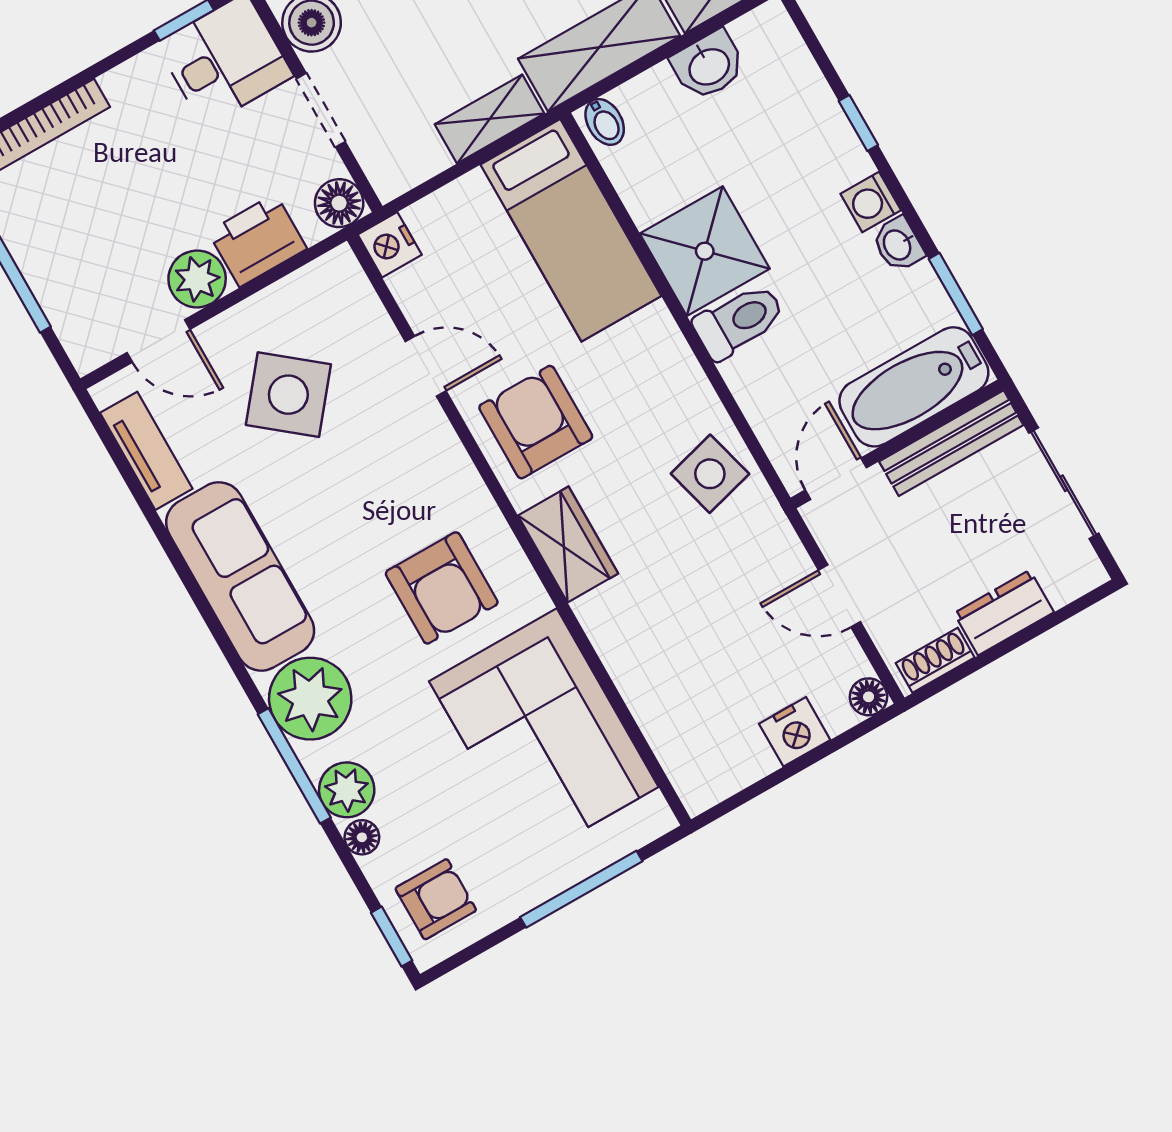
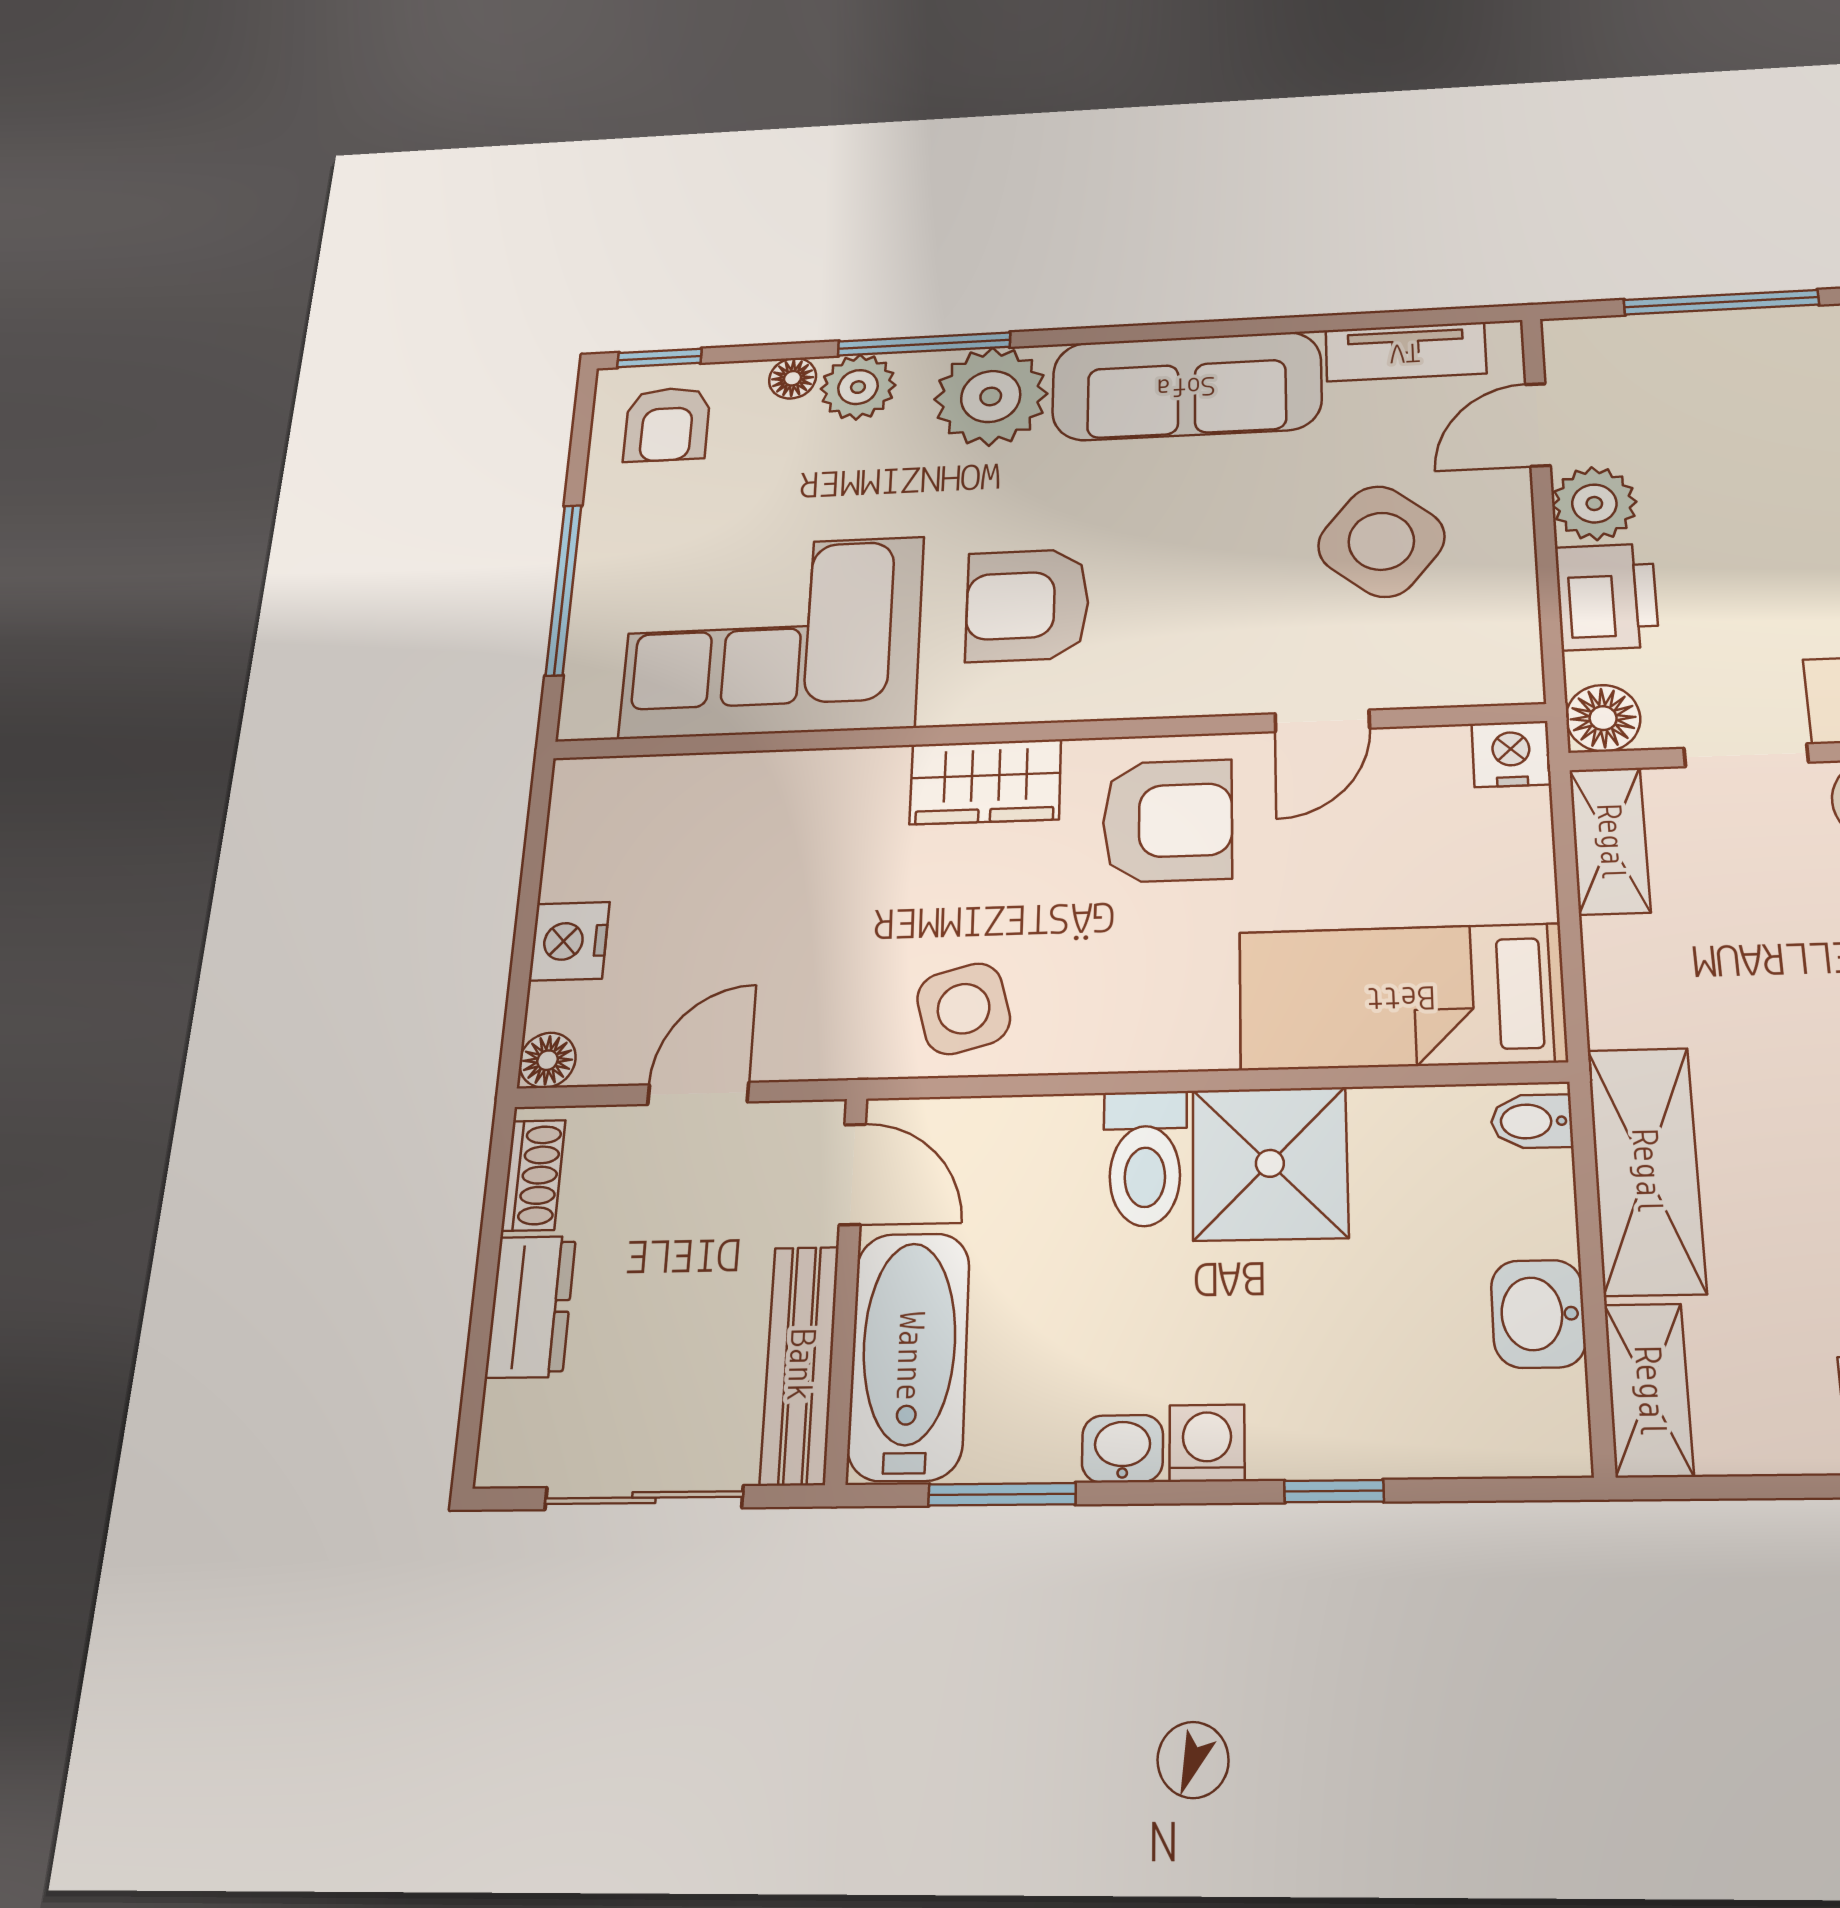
shelving: (490, 119) -> (1610, 841), moved

